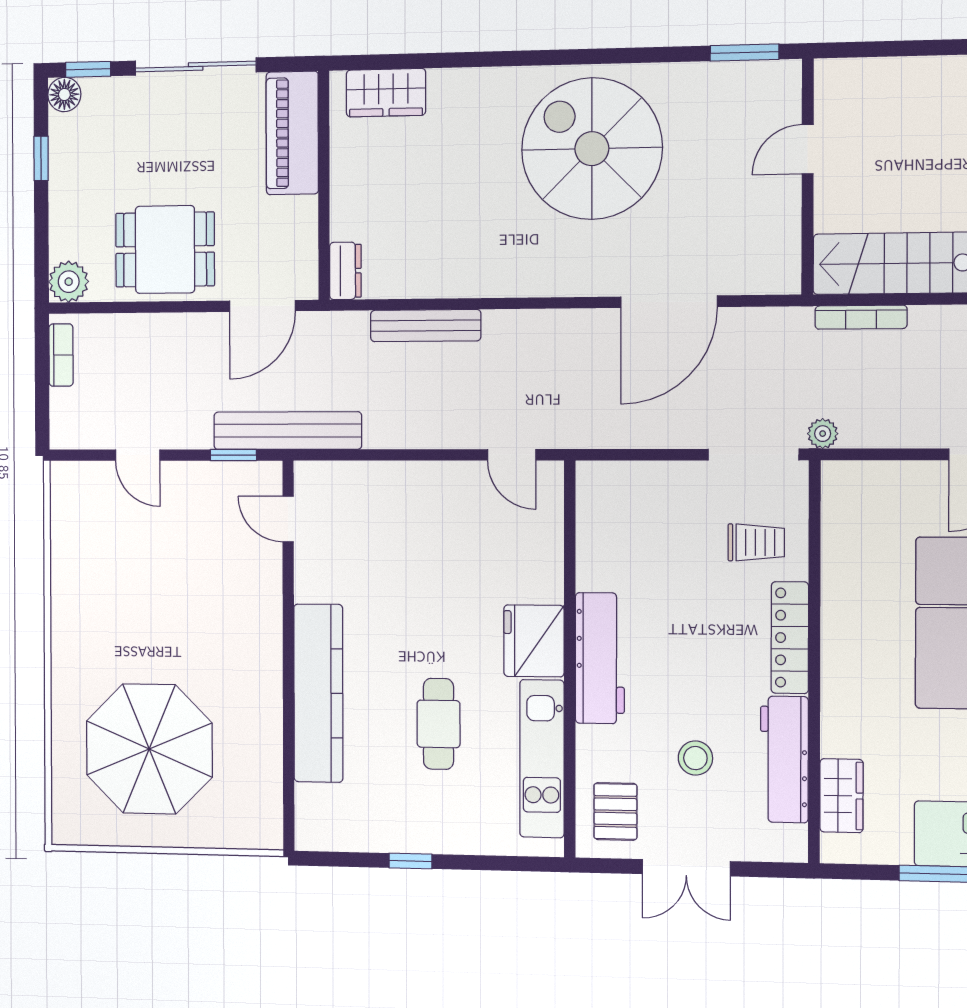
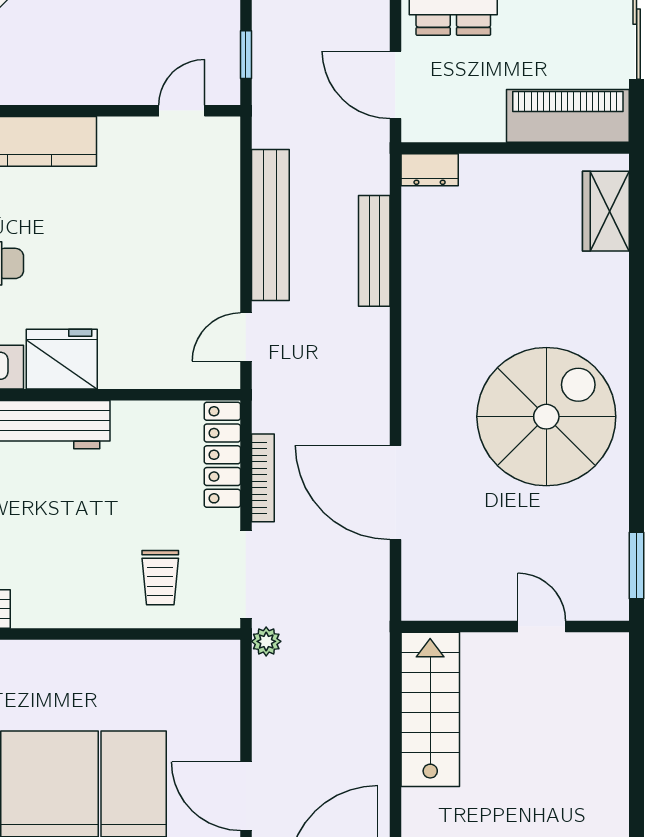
bookcase: (861, 317) -> (263, 478), moved, turned 180
bench: (288, 431) -> (270, 225), moved
locker: (790, 638) -> (222, 455), moved, turned -90

